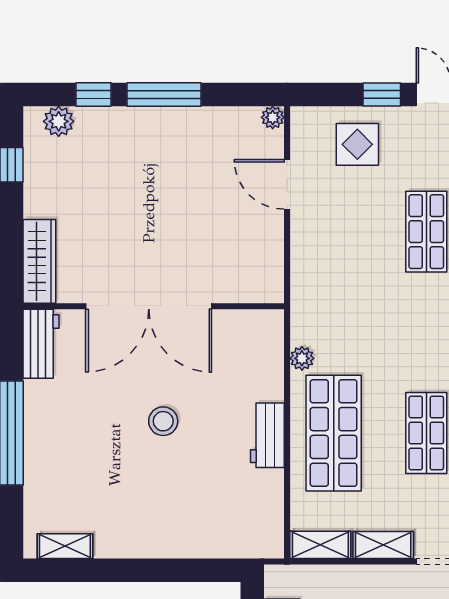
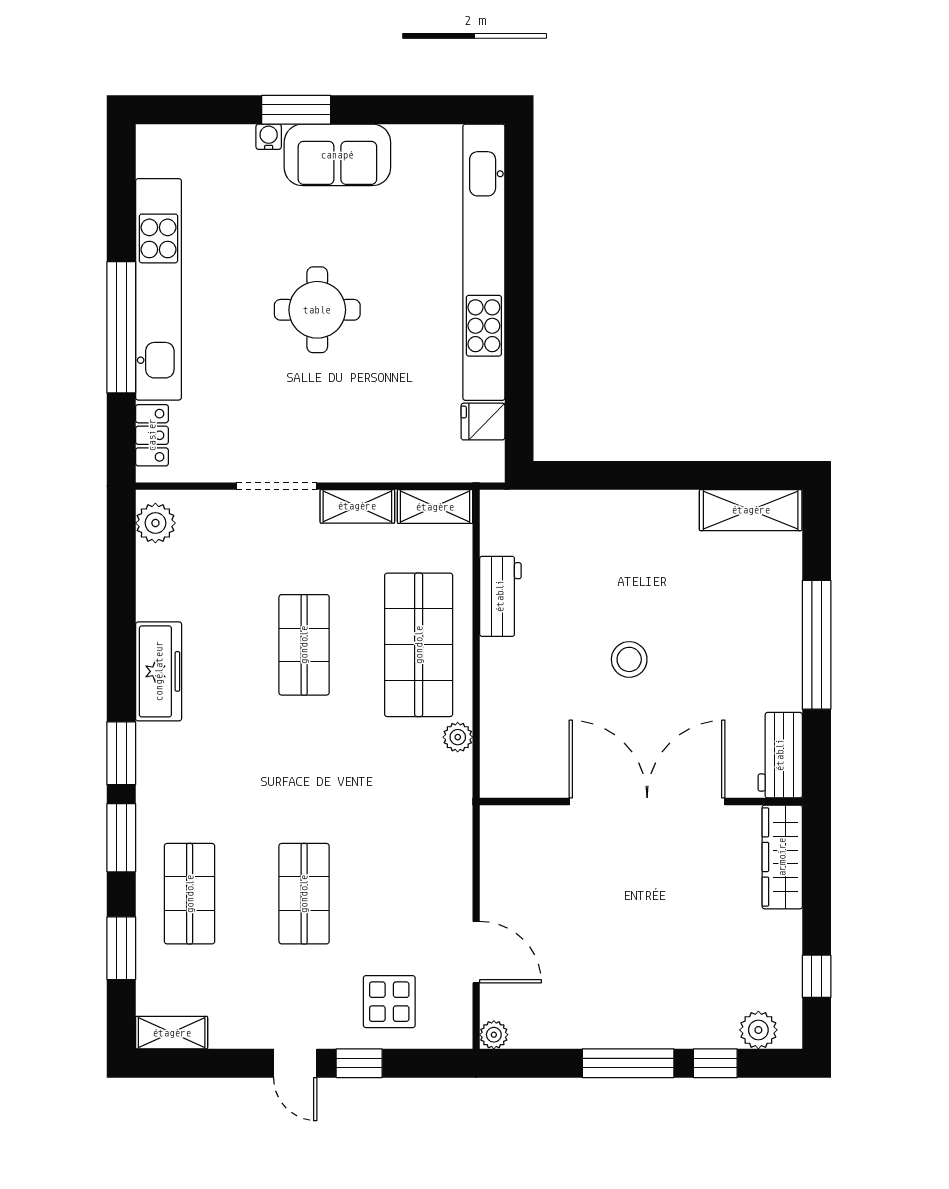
workbench: (267, 435) -> (500, 596), moved
shelving: (65, 546) -> (751, 510), width x1.50, depth x1.33

